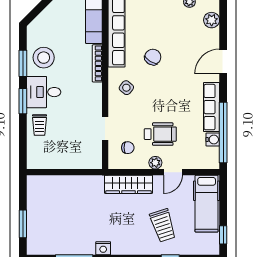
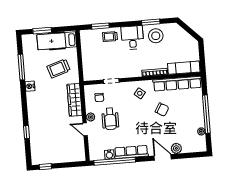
plant: (212, 20) -> (176, 148), moved
window: (23, 101) -> (100, 26), moved
hospital bed: (207, 204) -> (57, 41), moved
trolley: (163, 225) -> (59, 68), moved

